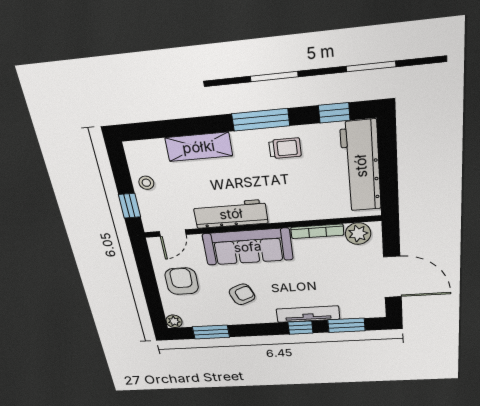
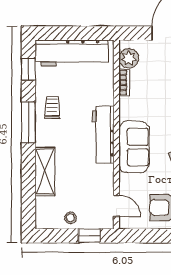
workbench: (231, 214) -> (103, 134), moved
bookcase: (317, 231) -> (124, 83), width x0.64
sofa: (248, 247) -> (134, 147), width x0.73

